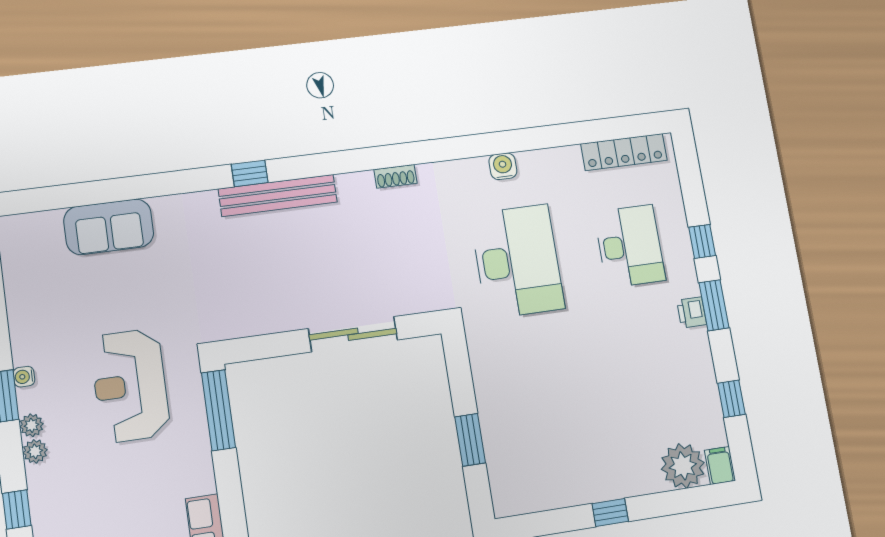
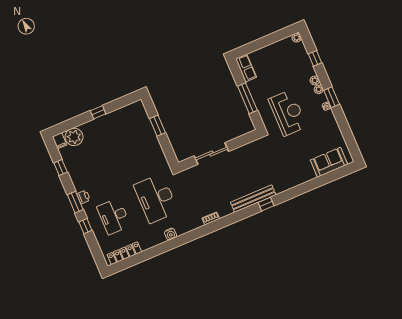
sofa: (109, 227) -> (329, 162), moved
window: (218, 410) -> (247, 98), moved

